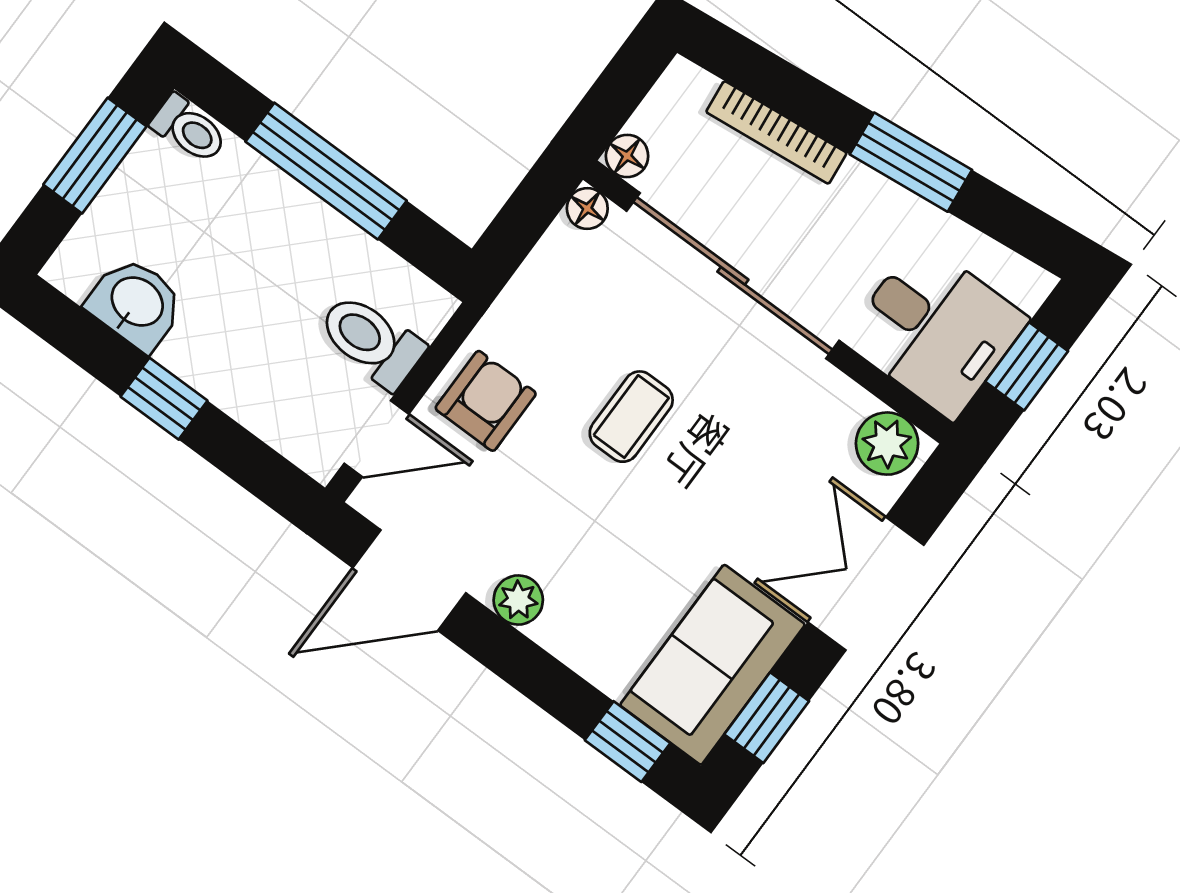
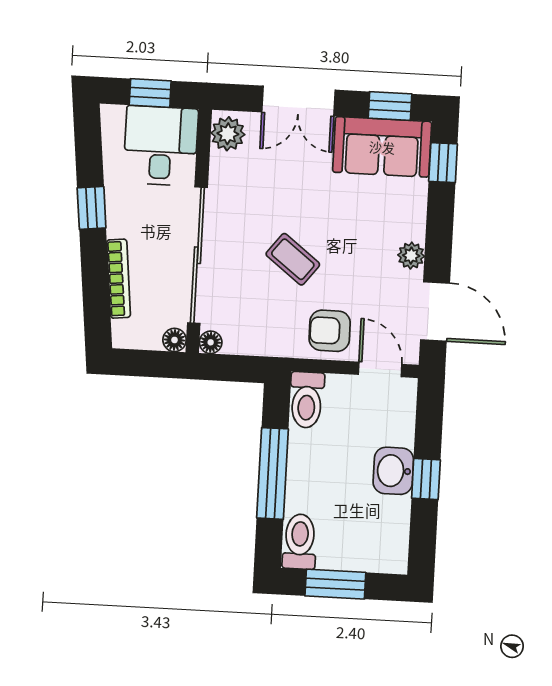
toilet: (189, 129) -> (300, 542), width x1.37, depth x1.39
window: (911, 162) -> (92, 208), width x0.67
washbasin: (136, 303) -> (393, 471), moved
toilet: (371, 341) -> (307, 400), moved
coffee table: (631, 417) -> (293, 259), turned 38

